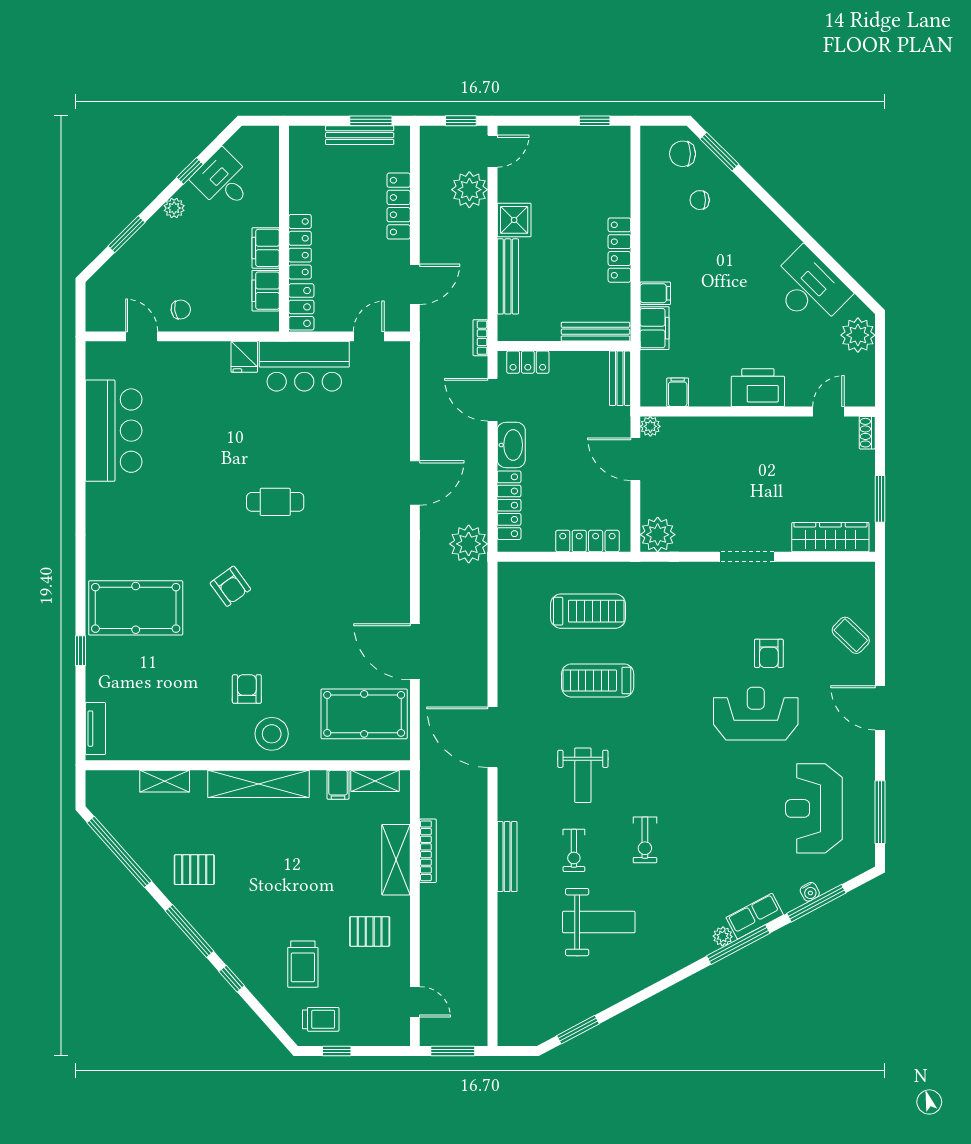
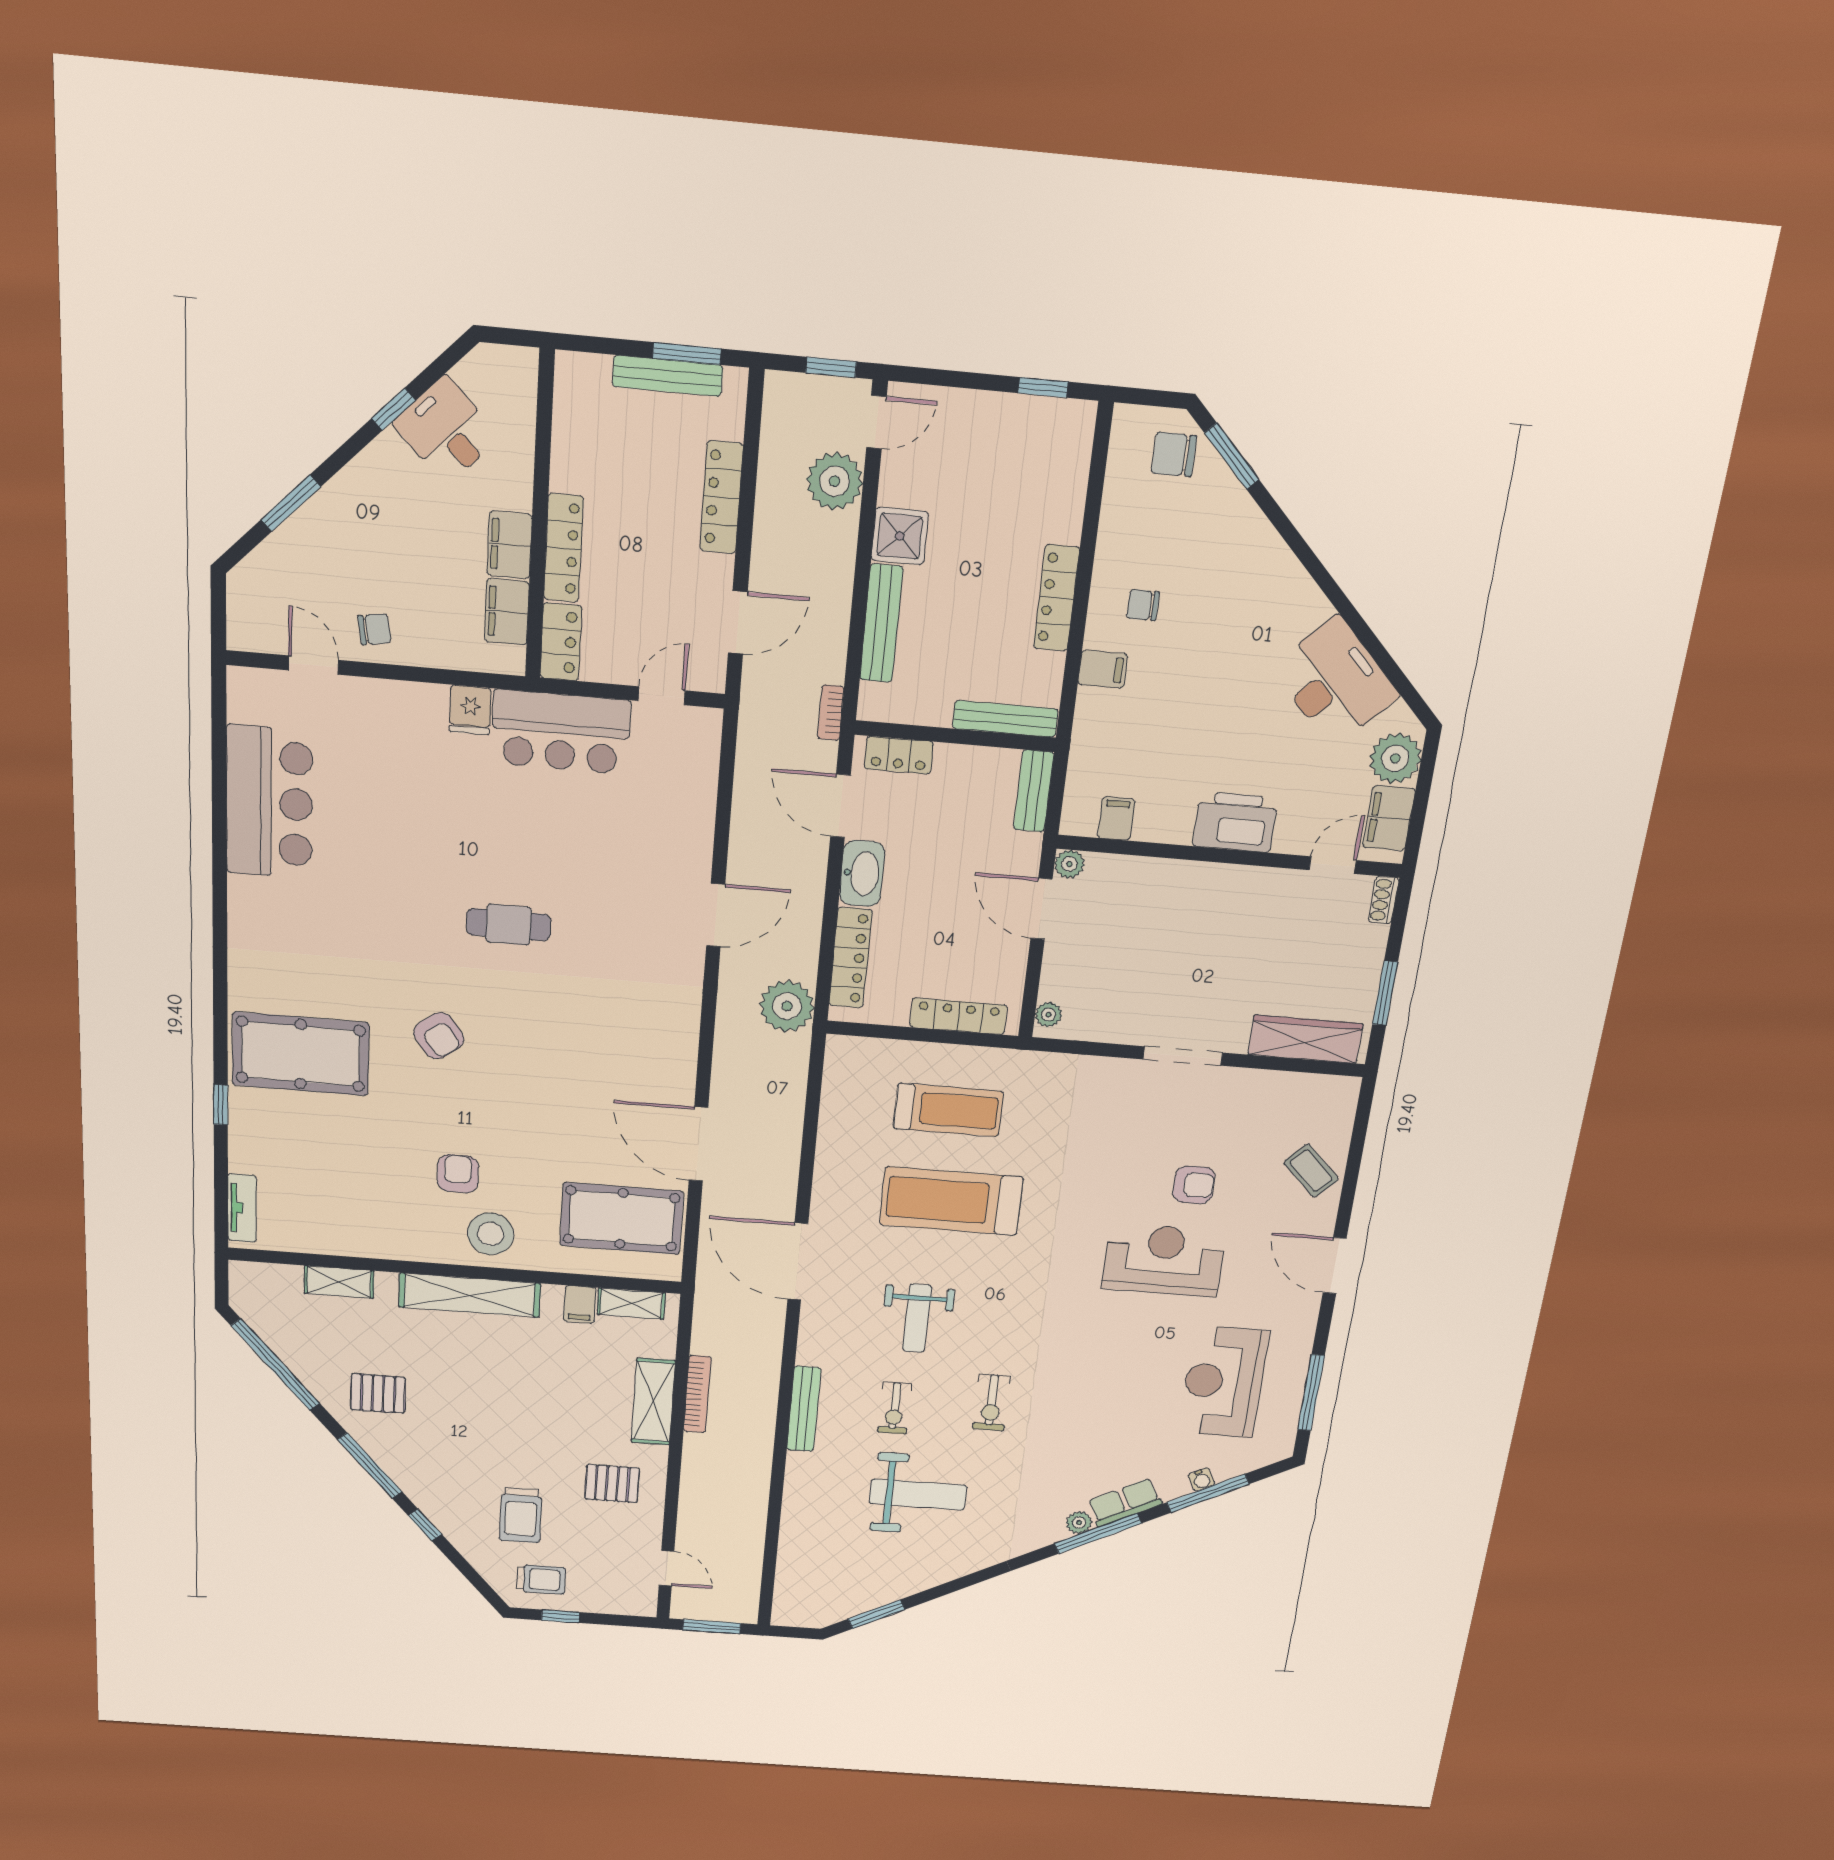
chair: (700, 200) -> (1143, 605), moved
plant: (174, 208) -> (367, 468), removed
filing cabinet: (655, 328) -> (1389, 818), moved, turned 180
plant: (658, 535) -> (1048, 1015), width x0.53, depth x0.53
armchair: (769, 653) -> (1194, 1185), turned -90
treadmill: (598, 680) -> (951, 1201), width x1.37, depth x1.38

